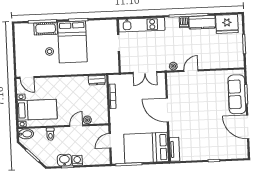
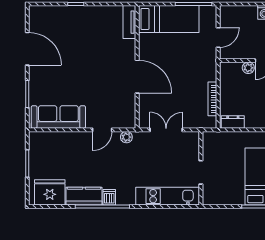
sofa: (237, 94) -> (58, 117), moved, turned -90
bed: (146, 148) -> (169, 19), width x0.67

